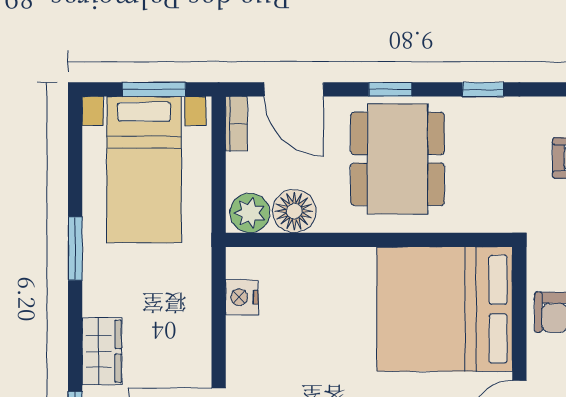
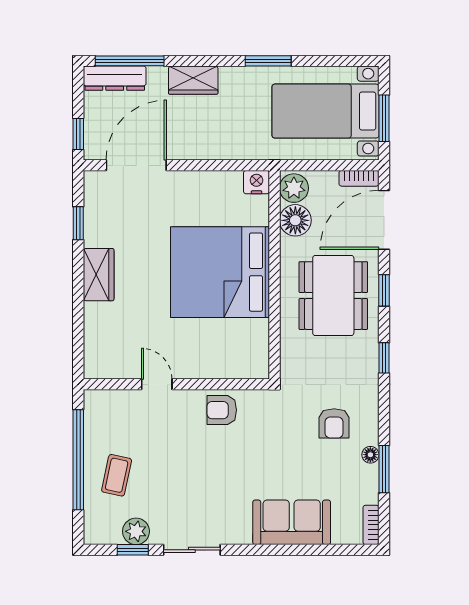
door: (294, 89) -> (384, 220), width x1.36
dining table: (397, 159) -> (333, 296), turned 90
nightstand: (242, 297) -> (256, 182), moved
bed: (445, 309) -> (220, 272), moved, turned -90

